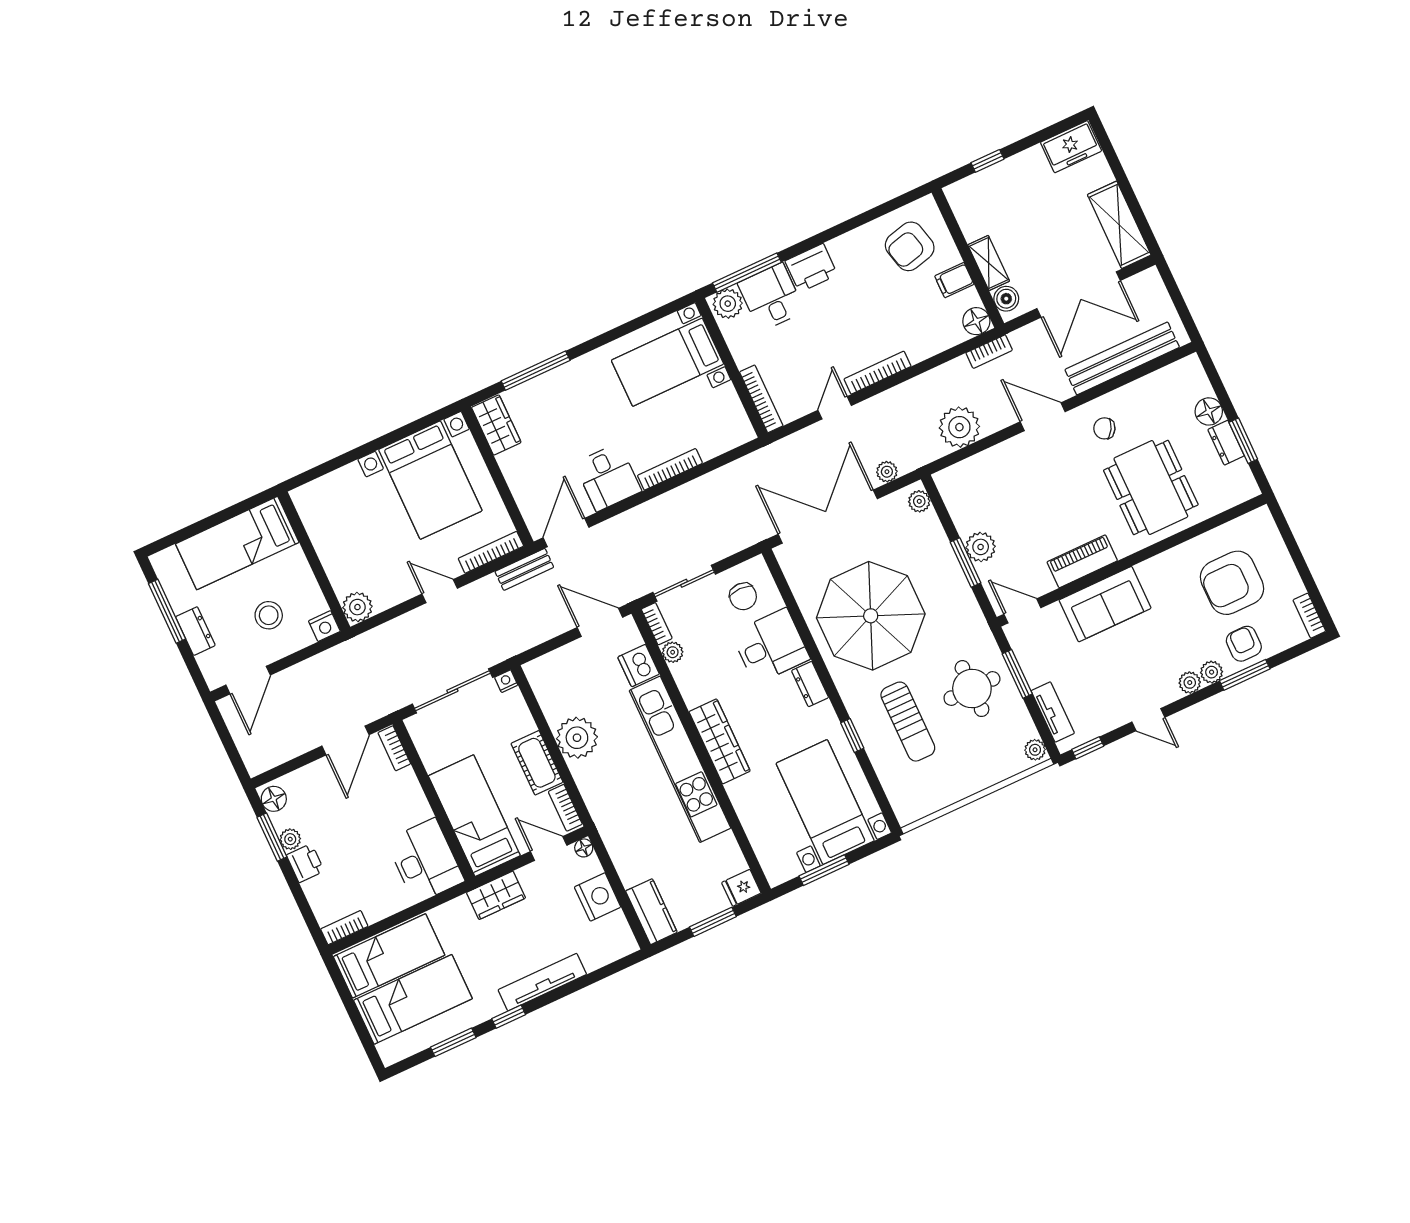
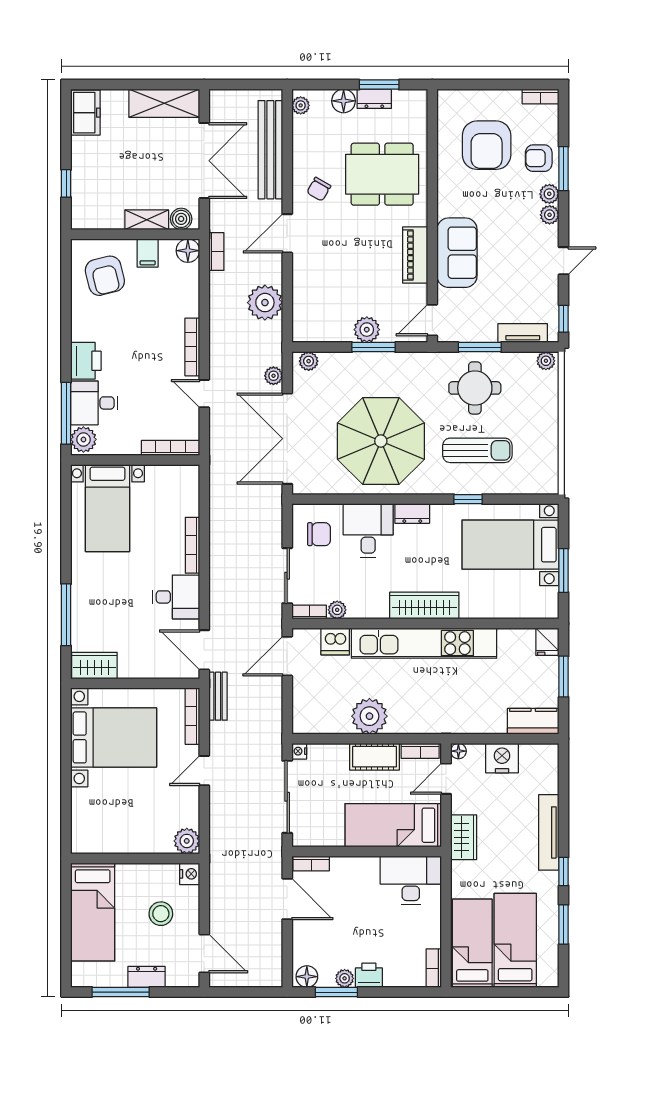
plant: (1183, 369) -> (301, 105), added

